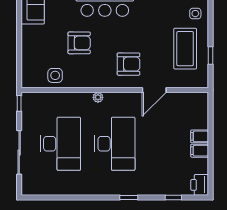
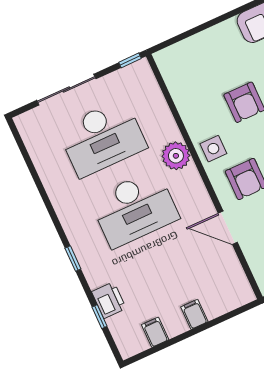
side table: (55, 75) -> (213, 149), moved
plant: (98, 97) -> (176, 156), width x1.87, depth x1.87
filing cabinet: (200, 151) -> (155, 332), moved
printer: (200, 185) -> (109, 300), moved, turned 90

